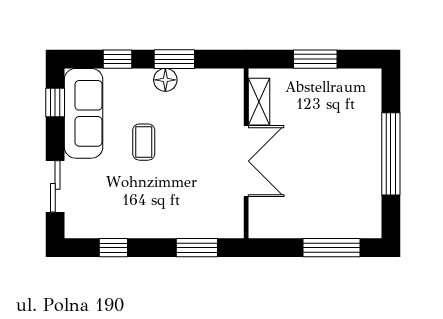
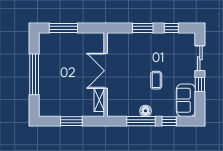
window: (174, 59) -> (141, 121), width x1.44
window: (55, 103) -> (200, 85), moved
sofa: (84, 113) -> (186, 100), width x0.73
window: (197, 248) -> (143, 28), moved

